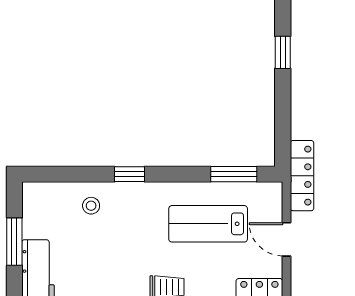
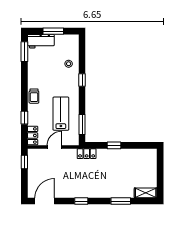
window: (283, 52) -> (114, 145), moved
locker: (302, 176) -> (87, 154), width x0.66

